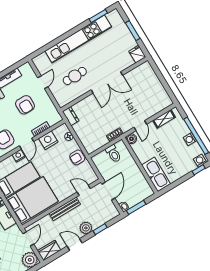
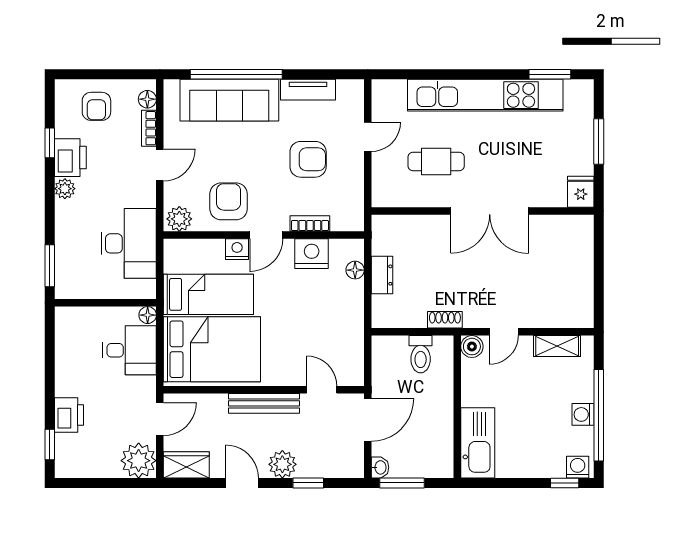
armchair: (25, 105) -> (308, 159), turned -90
dresser: (71, 116) -> (382, 275), moved
armchair: (77, 157) -> (347, 320), removed

